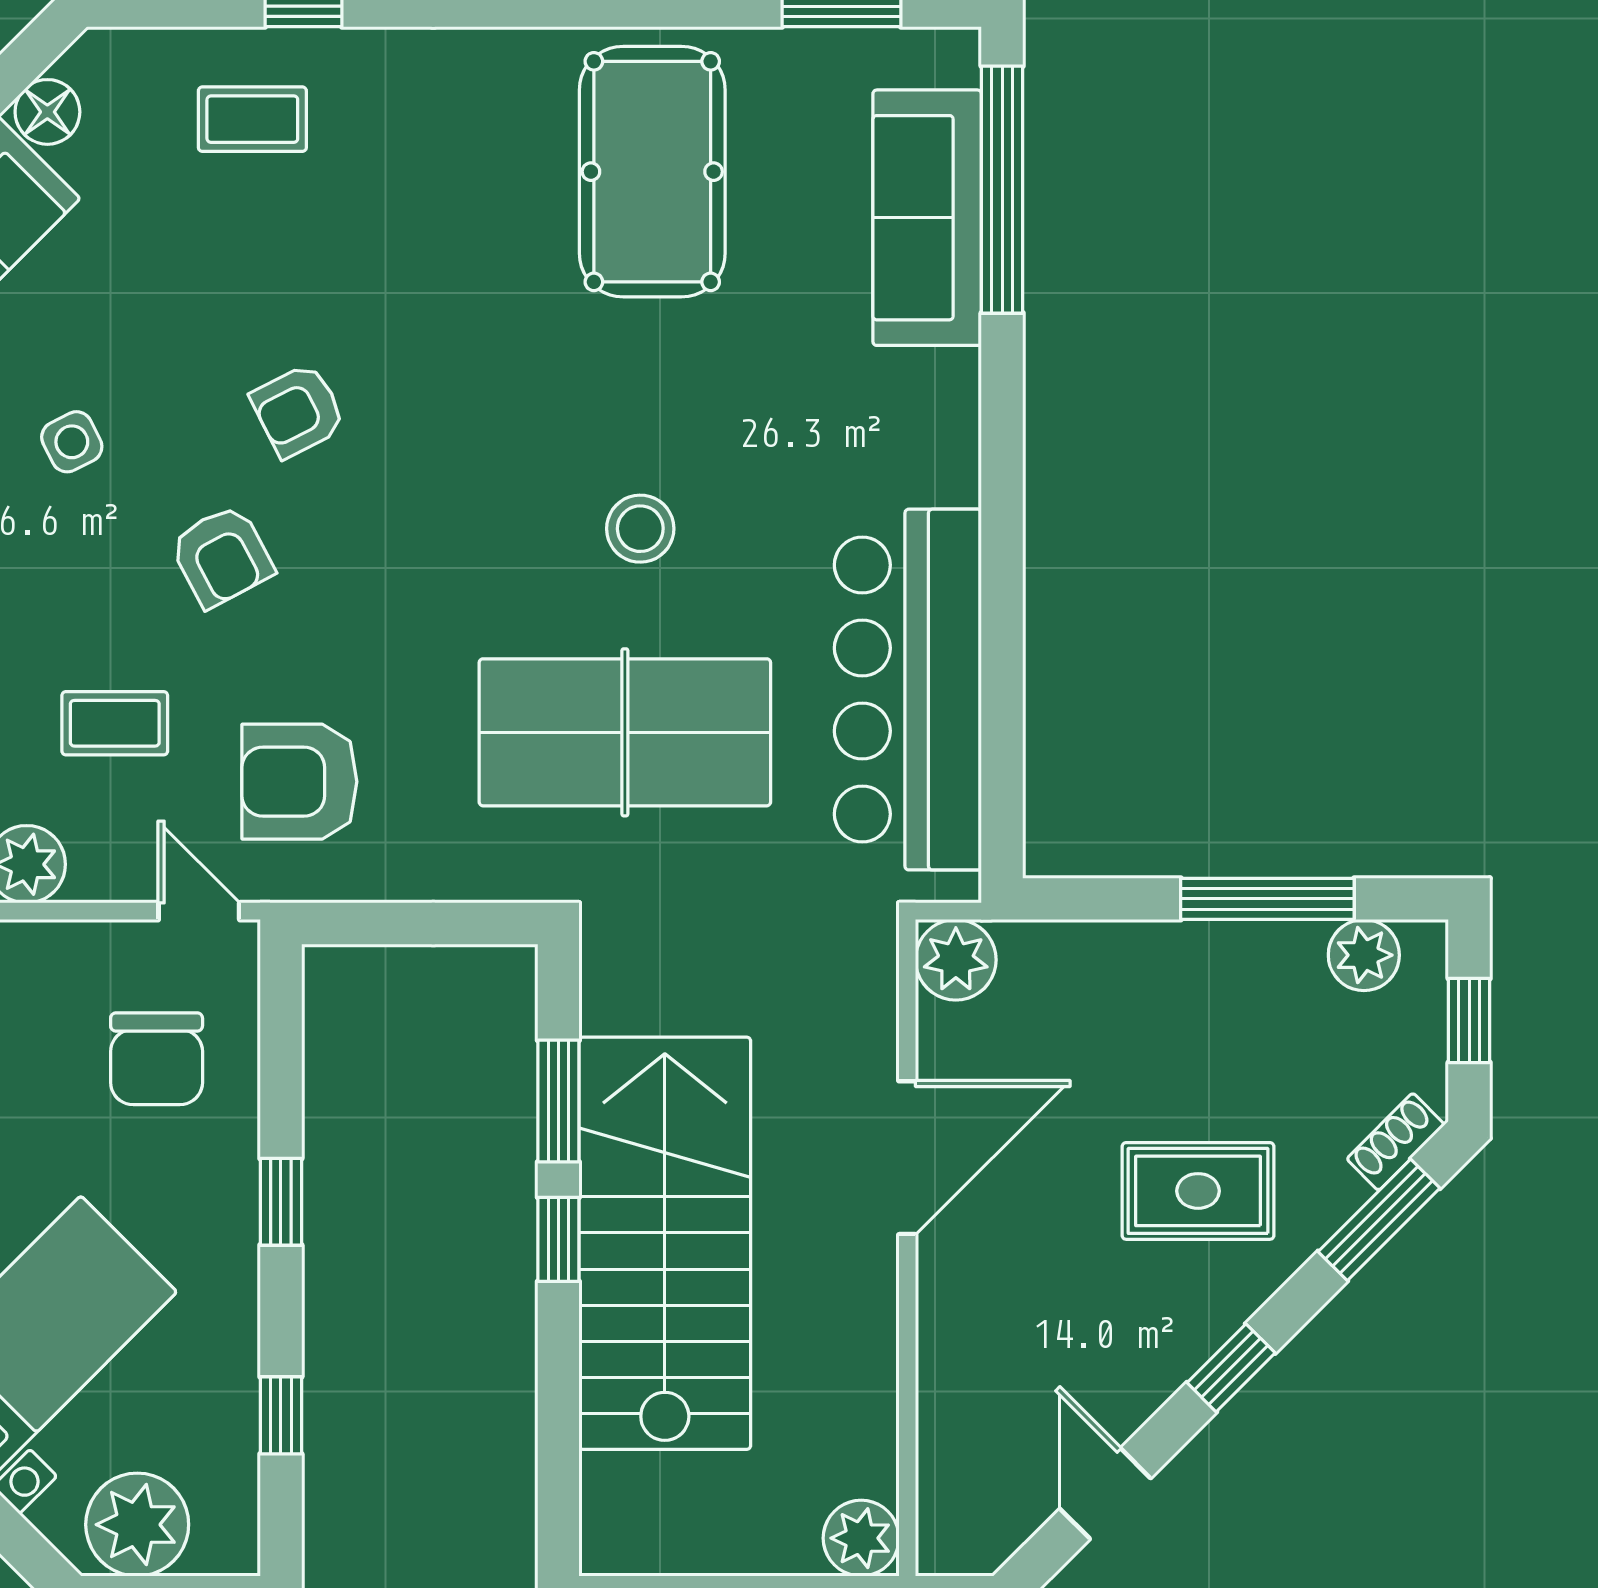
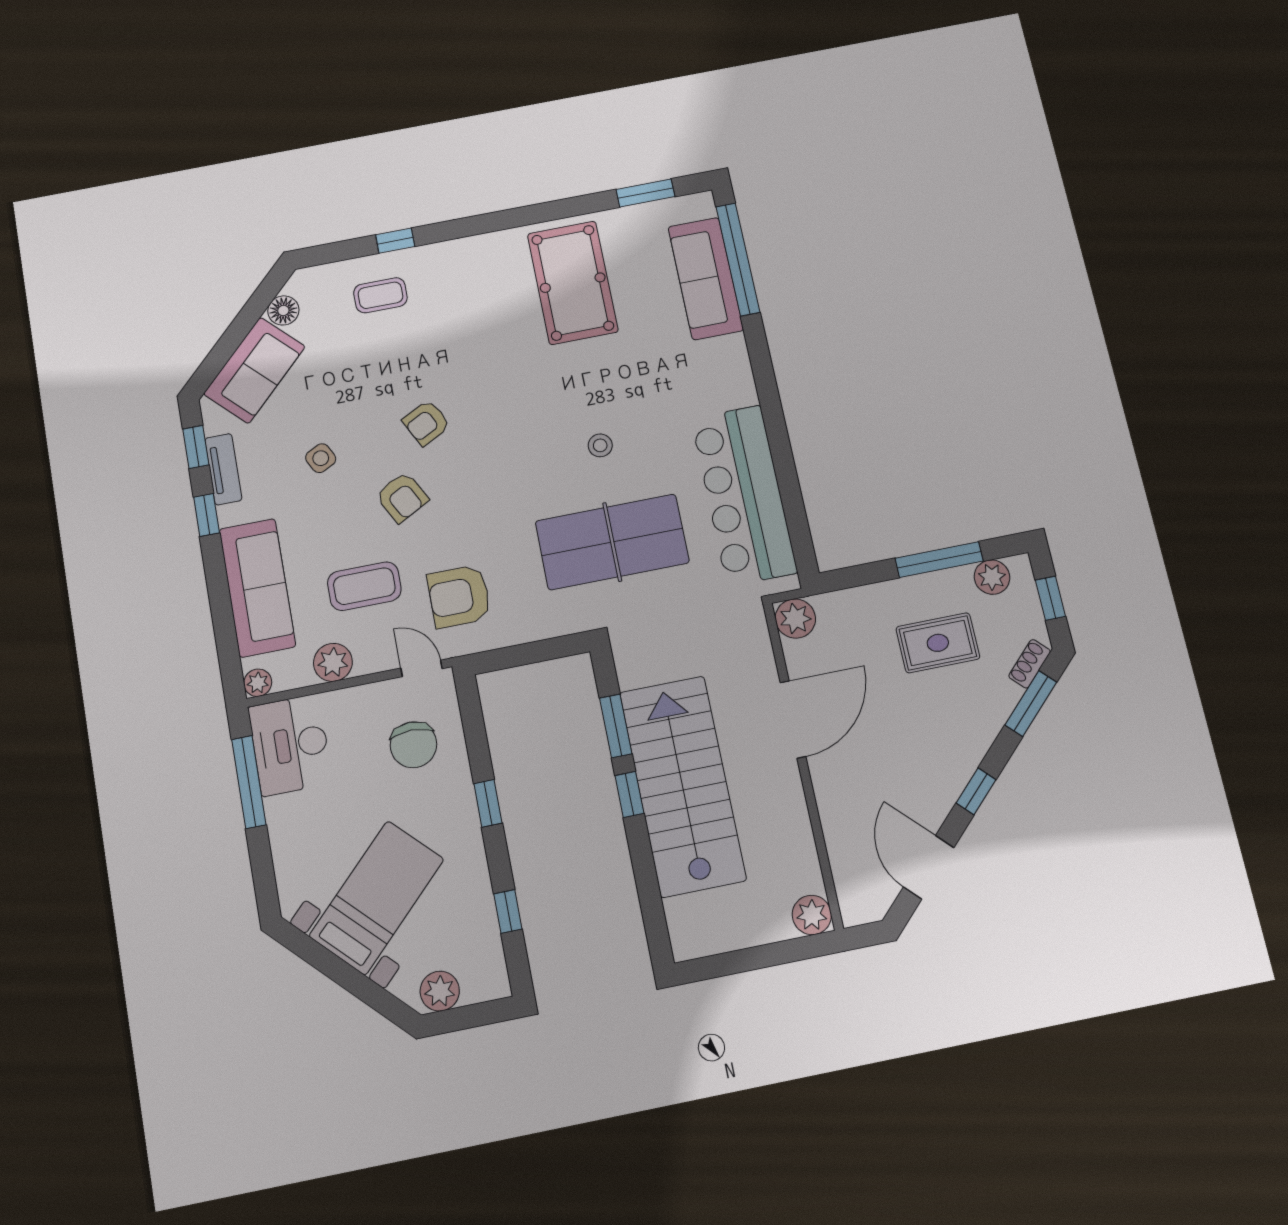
stool: (640, 529) -> (600, 445), width x0.73, depth x0.73
coffee table: (115, 723) -> (364, 586), width x1.36, depth x1.30
rug: (1198, 1191) -> (938, 643), moved
door: (1105, 1494) -> (929, 867), width x1.38
plant: (137, 1525) -> (440, 991), width x0.73, depth x0.73

